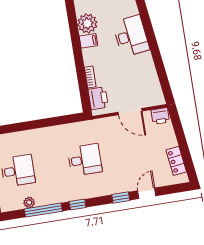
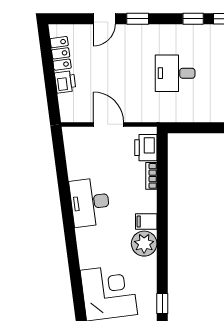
desk: (131, 36) -> (90, 202), moved
printer: (160, 116) -> (65, 82), moved, turned 83

